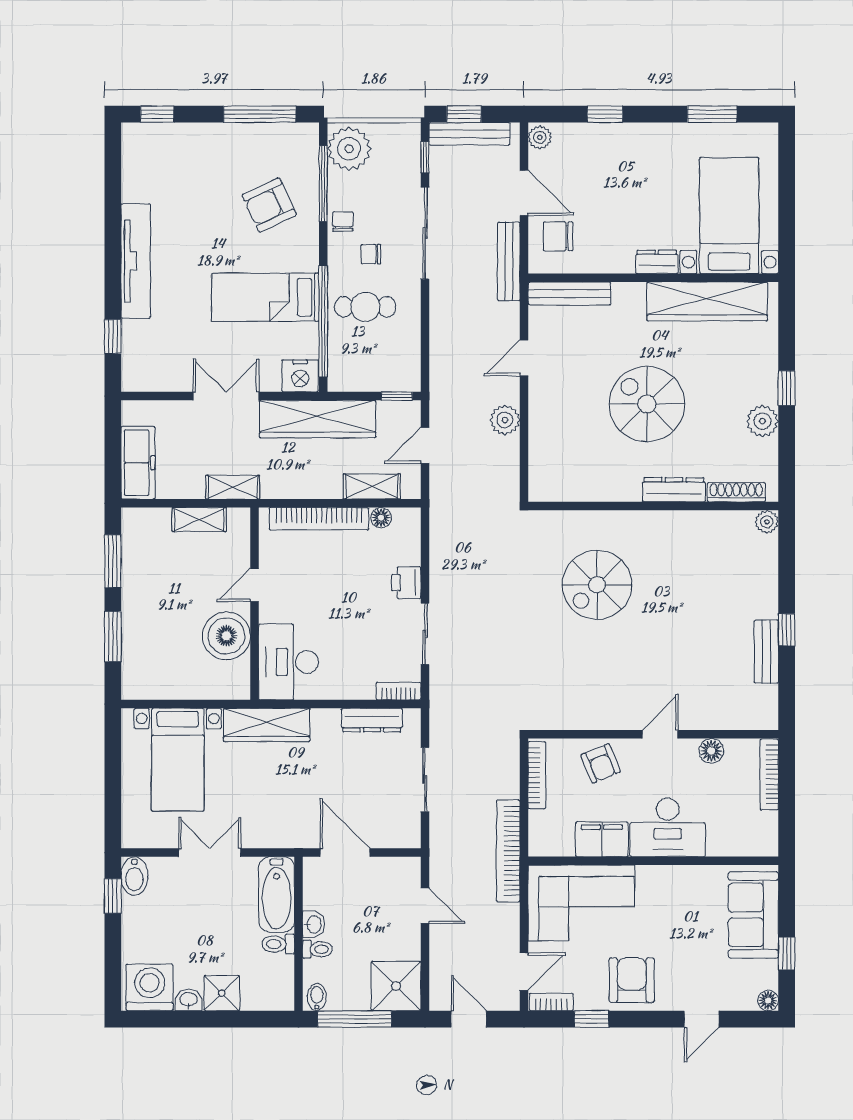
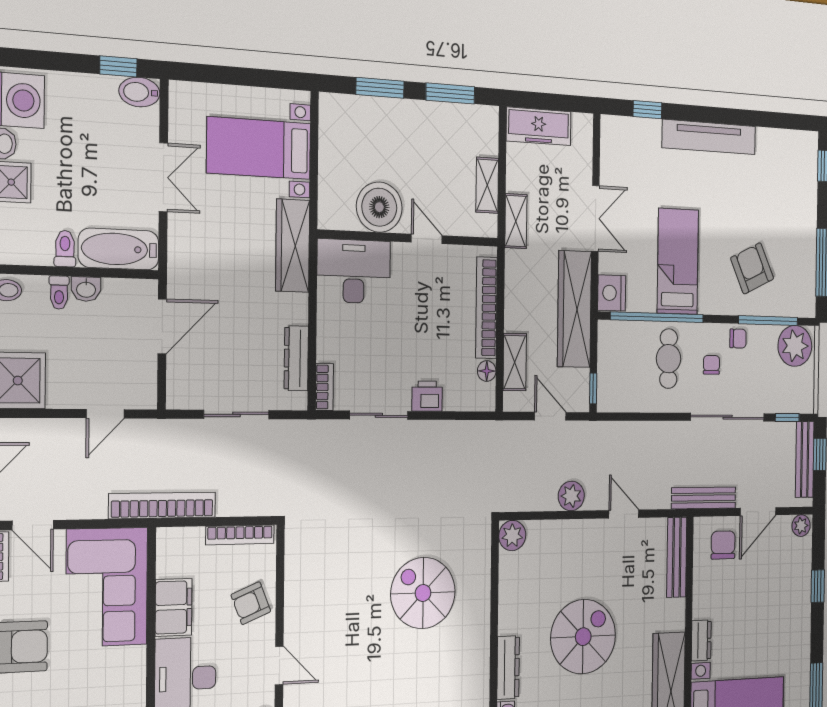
plant: (543, 487) -> (512, 536), added

